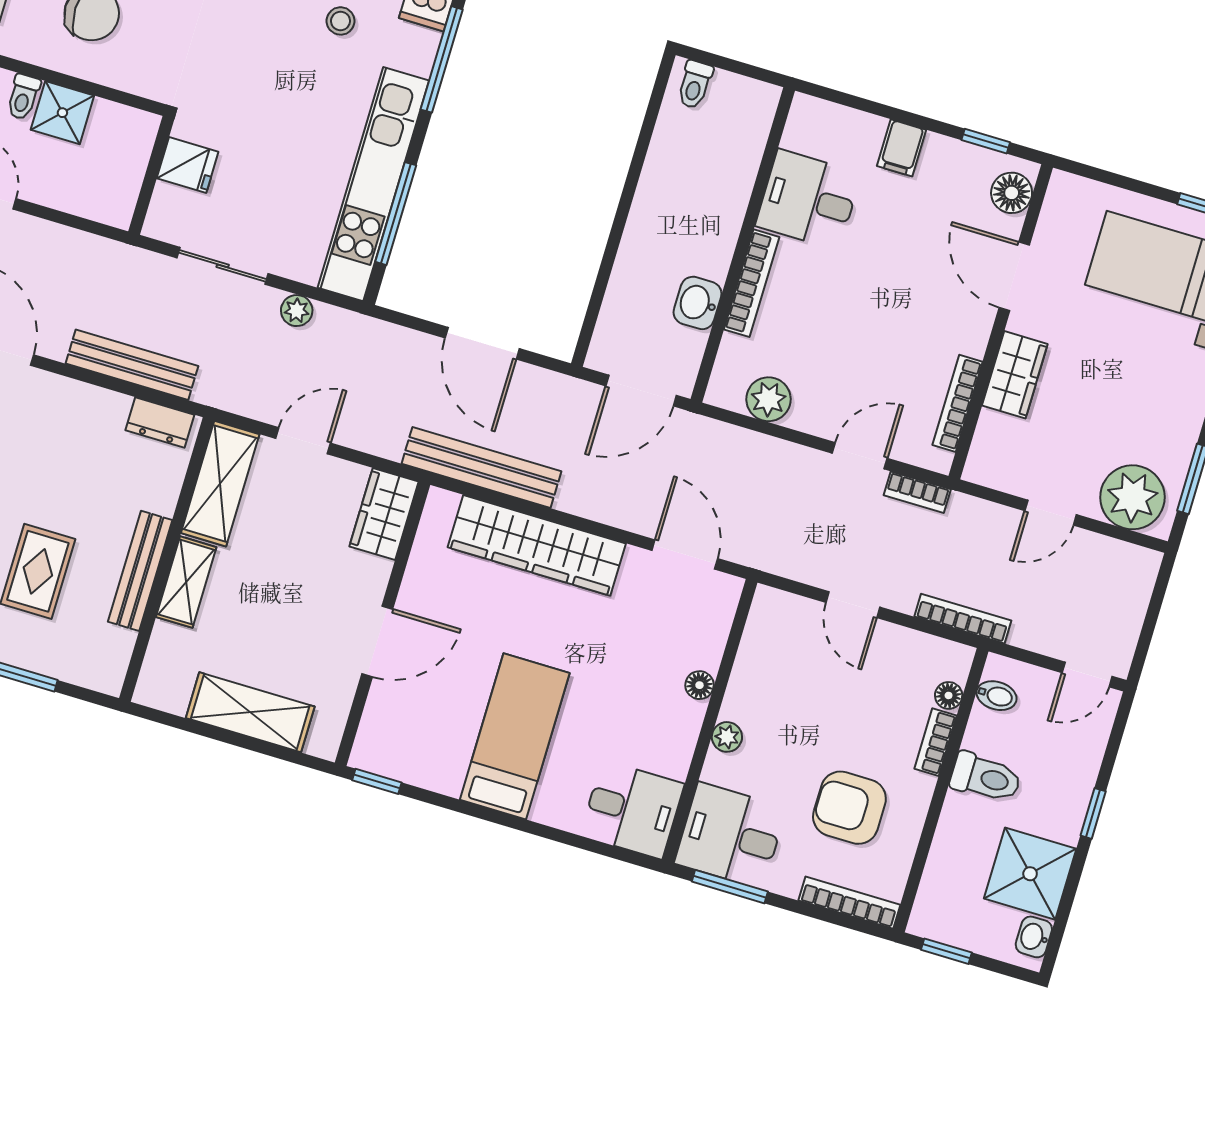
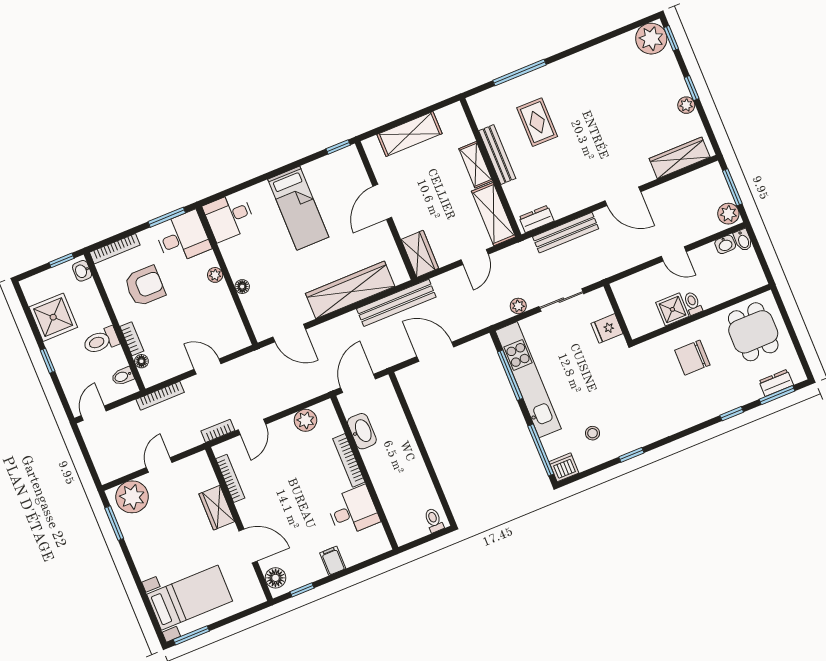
washbasin: (698, 303) -> (362, 431), width x1.38
washbasin: (1034, 937) -> (82, 271), moved, turned 180

